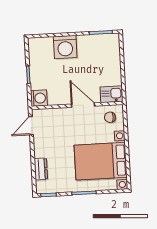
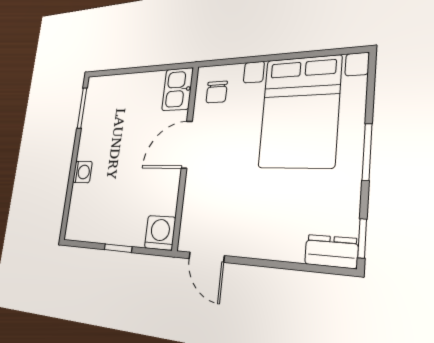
washing machine: (65, 47) -> (82, 172), width x0.53, depth x0.53
dresser: (41, 169) -> (331, 251), moved

